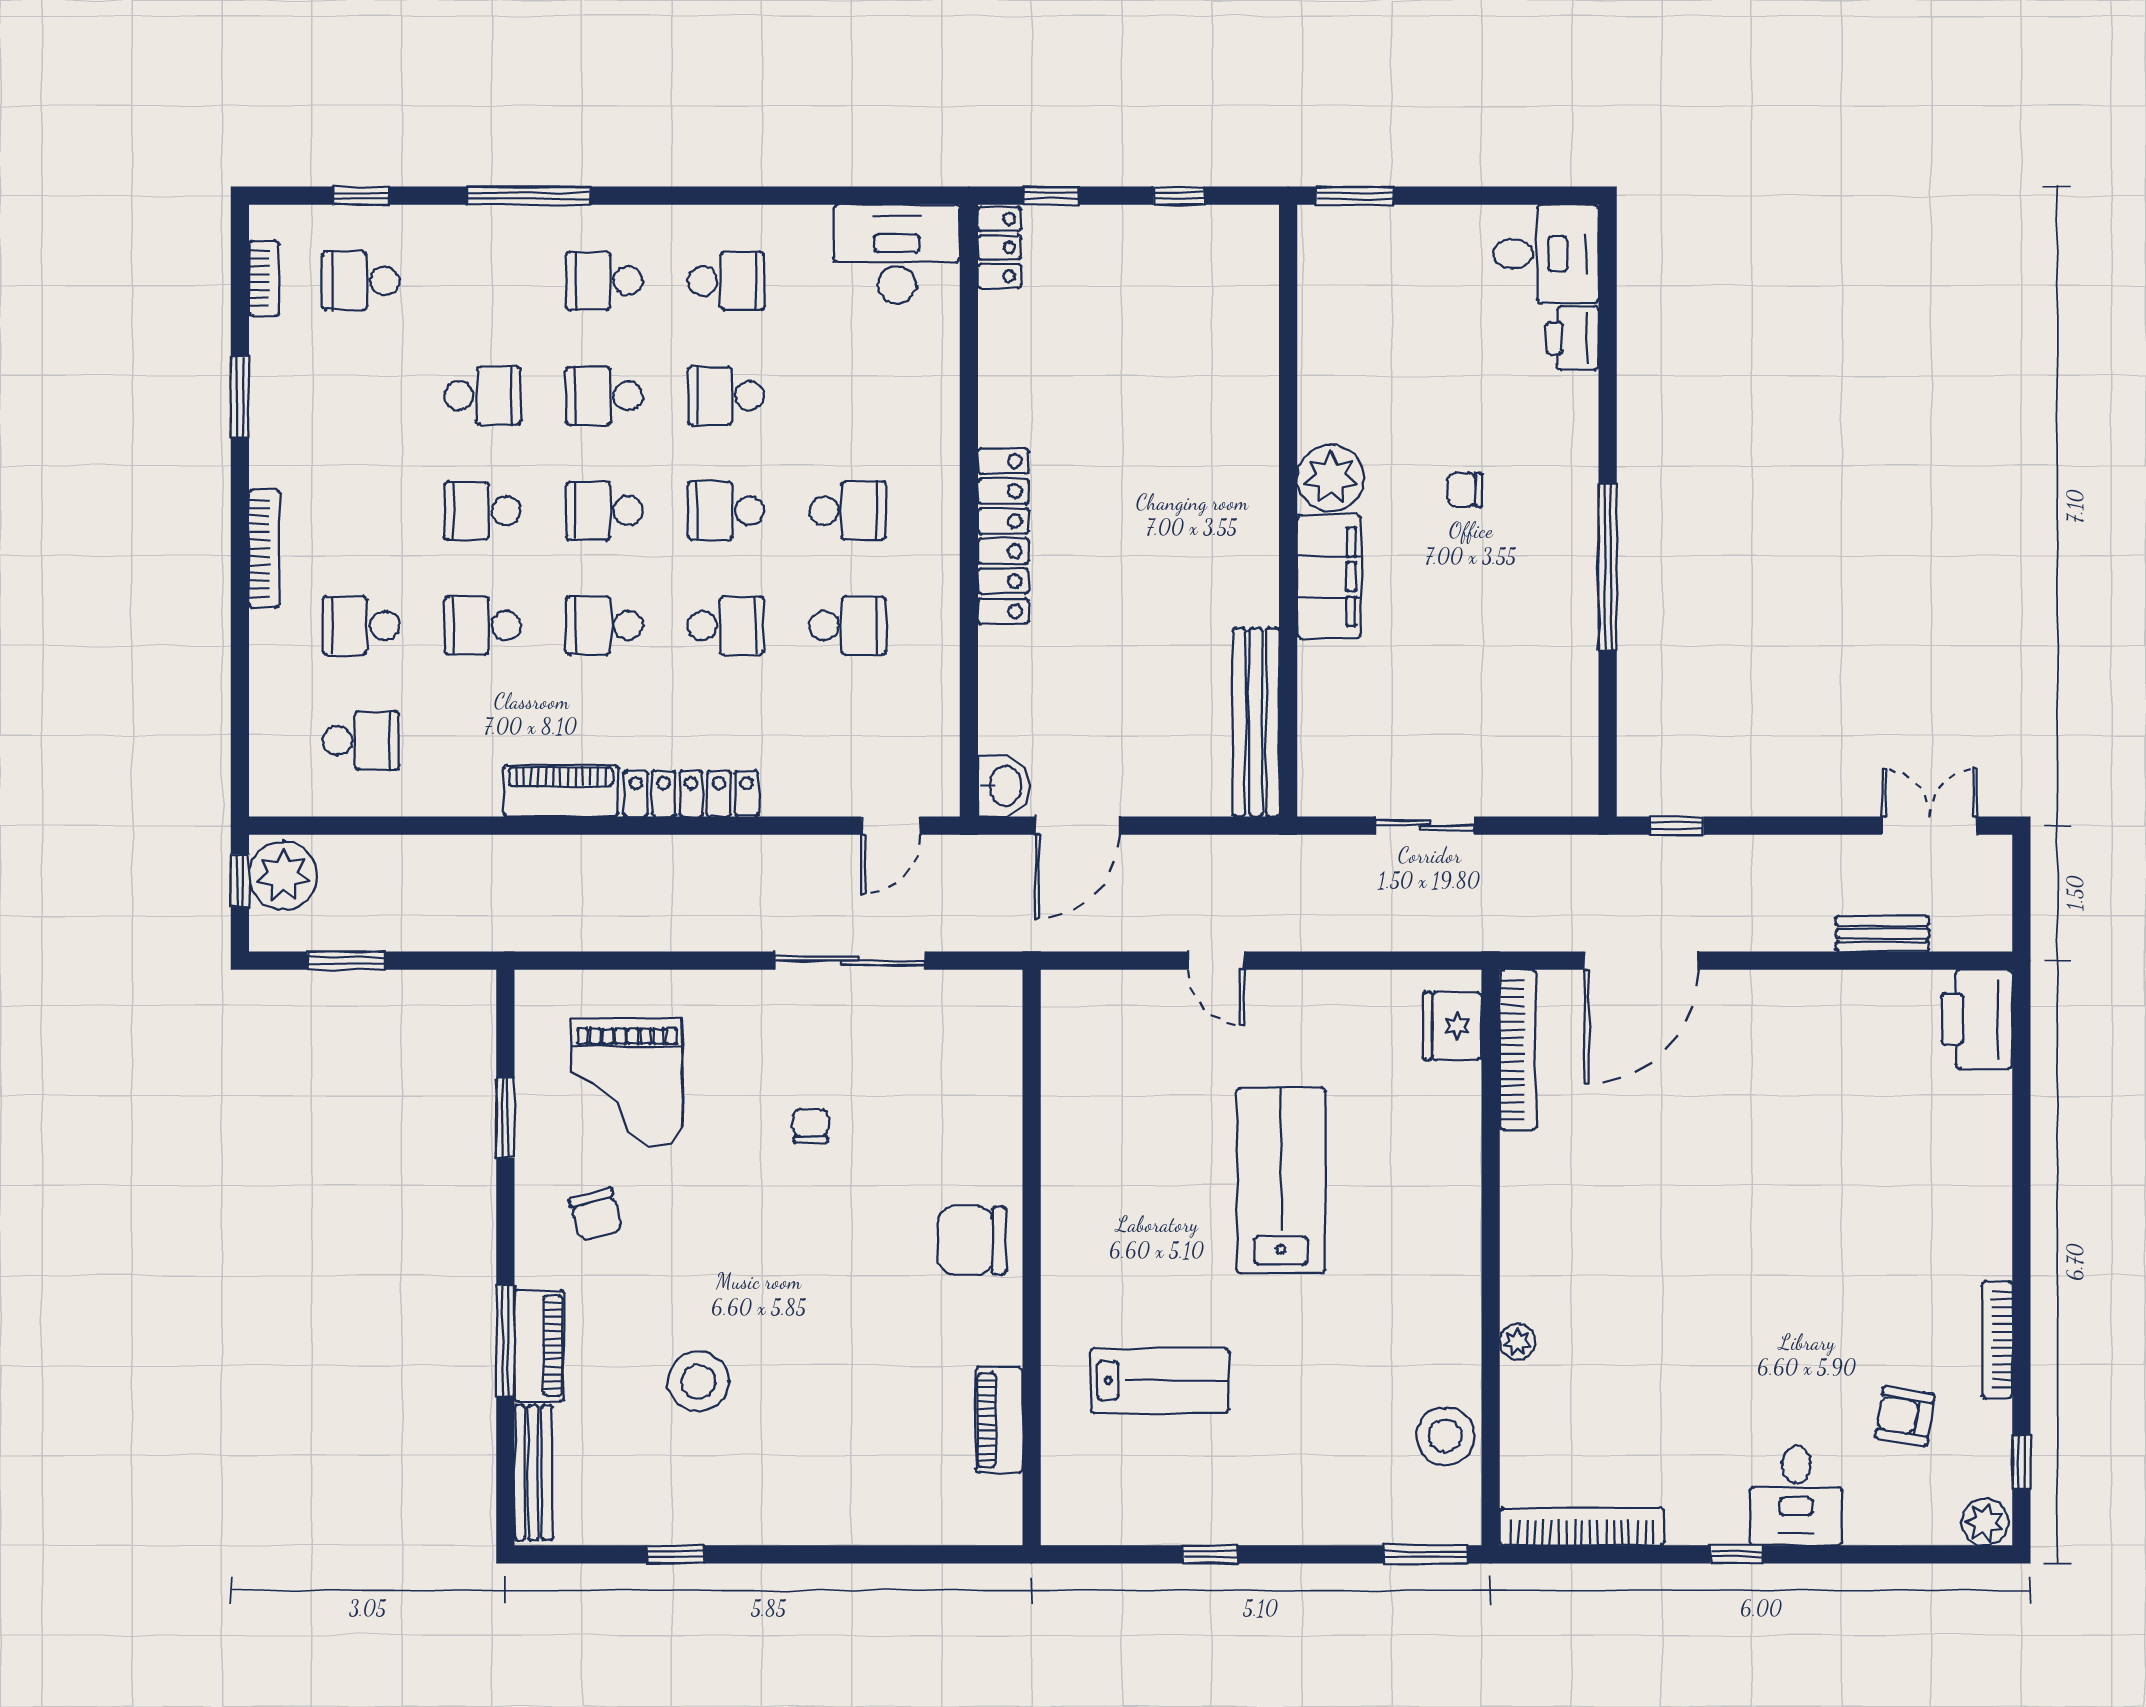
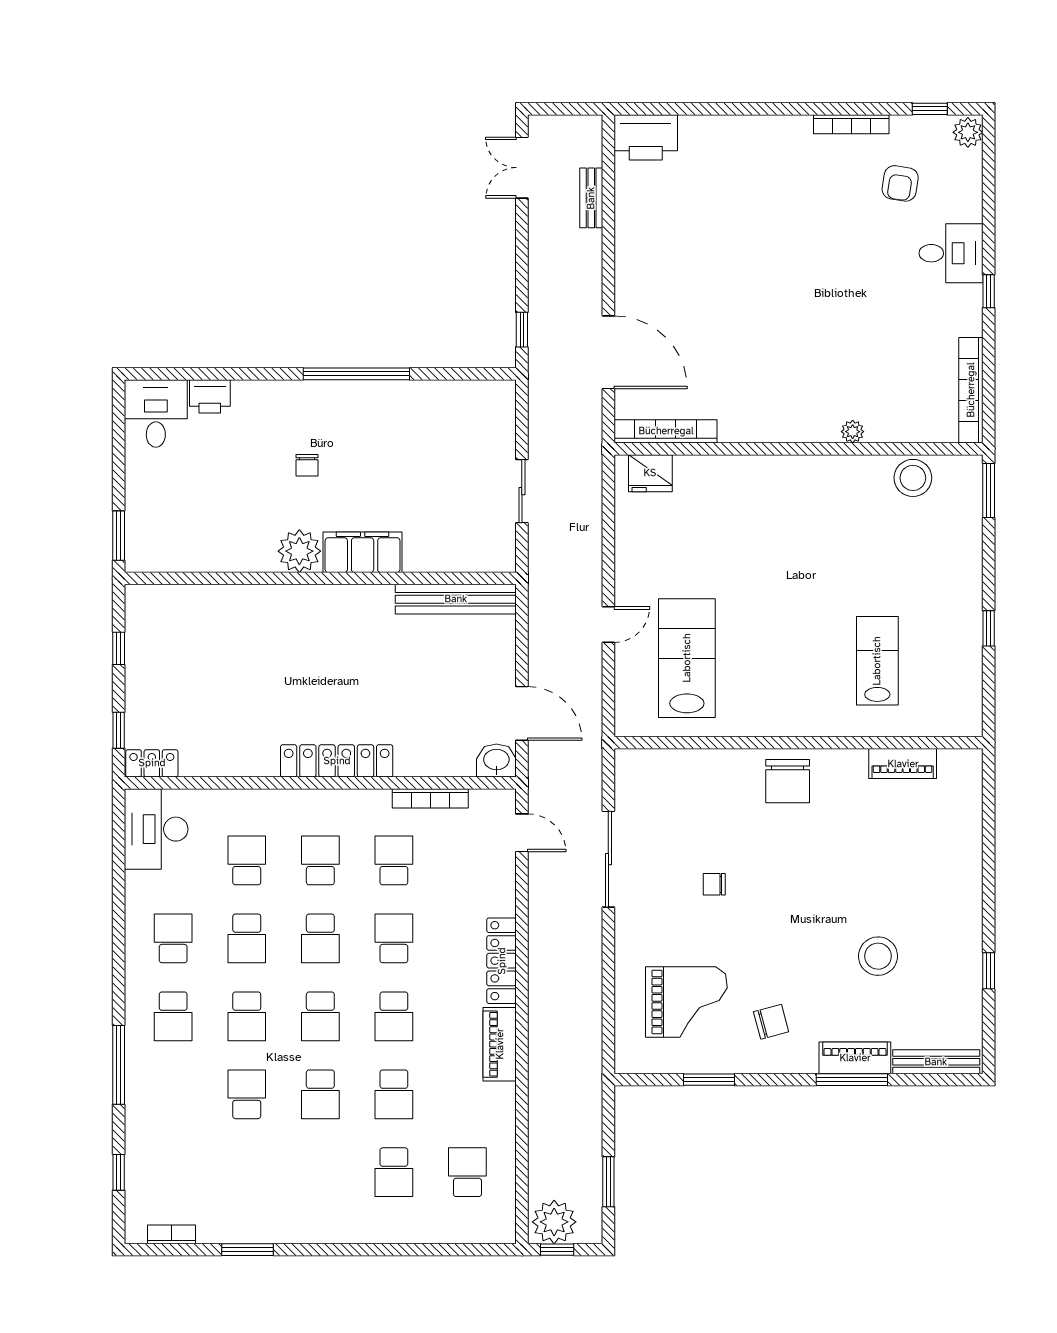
school desk: (361, 281) -> (247, 860), moved, turned 180
bookcase: (264, 548) -> (430, 798), moved, turned 180
lab bench: (1281, 1181) -> (687, 658), moved, turned 90

